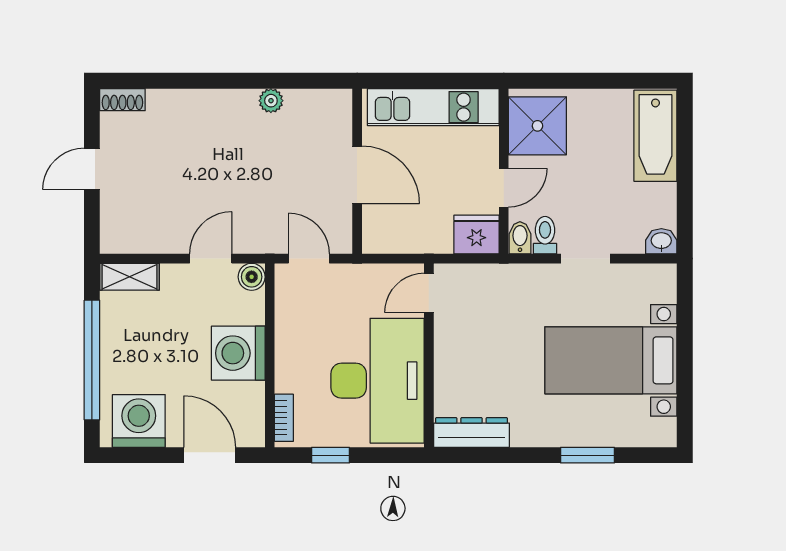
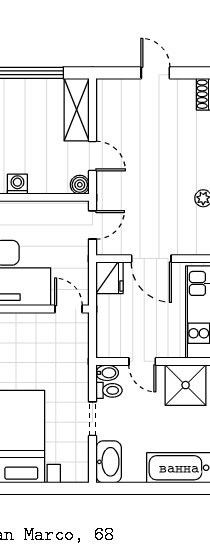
door: (357, 175) -> (151, 259), hinge flipped
fridge: (477, 234) -> (109, 278), moved
washbasin: (661, 241) -> (109, 462), width x1.91, depth x1.45
shelving: (130, 277) -> (77, 110), width x1.50, depth x1.33
washing machine: (238, 353) -> (17, 184), width x0.53, depth x0.53

